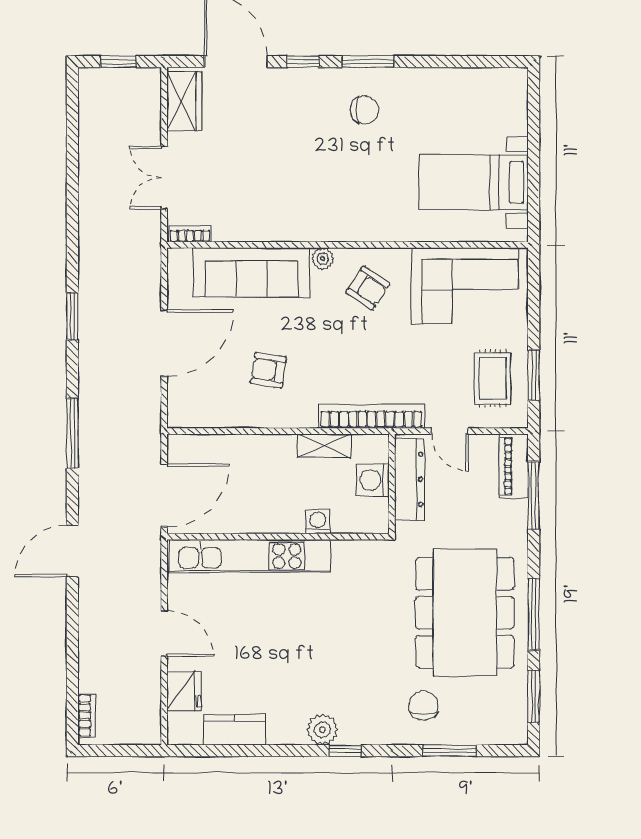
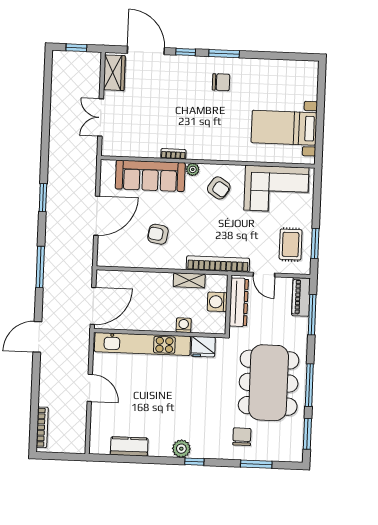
bookcase: (190, 234) -> (173, 154), moved
fridge: (184, 691) -> (203, 347), moved, turned 90
bookcase: (87, 715) -> (42, 427), width x1.56

